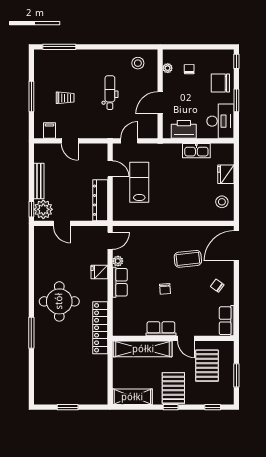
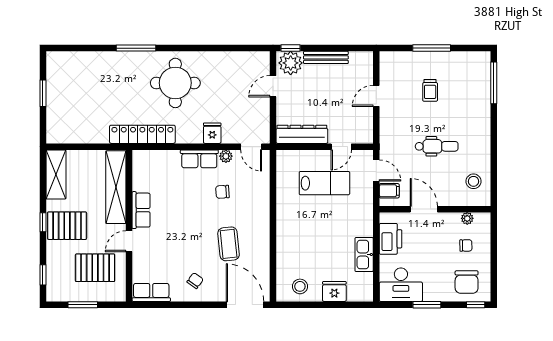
chair: (220, 83) -> (467, 282), moved, turned 180
filing cabinet: (49, 130) -> (389, 191), moved
chair: (165, 289) -> (222, 192), moved

